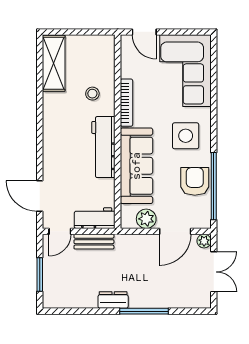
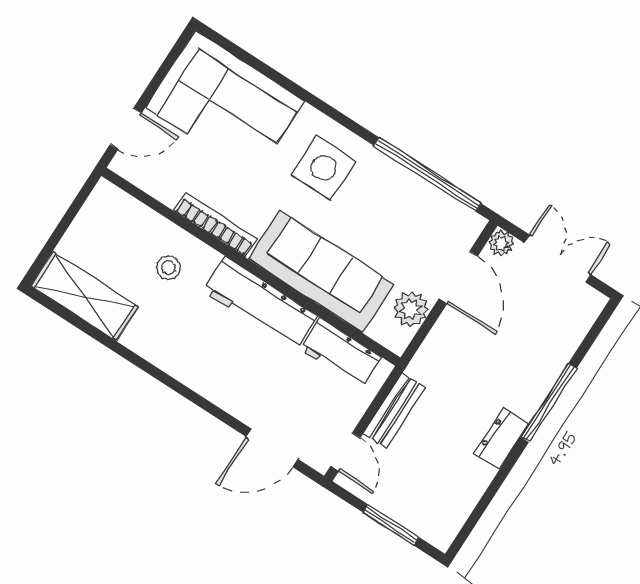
armchair: (195, 181) -> (402, 199), removed
workbench: (95, 218) -> (341, 353), moved, turned -90

